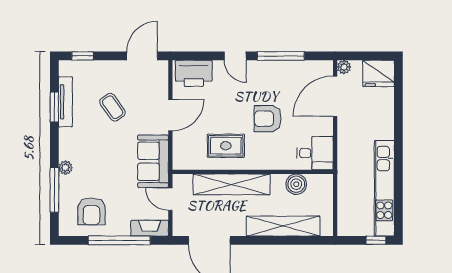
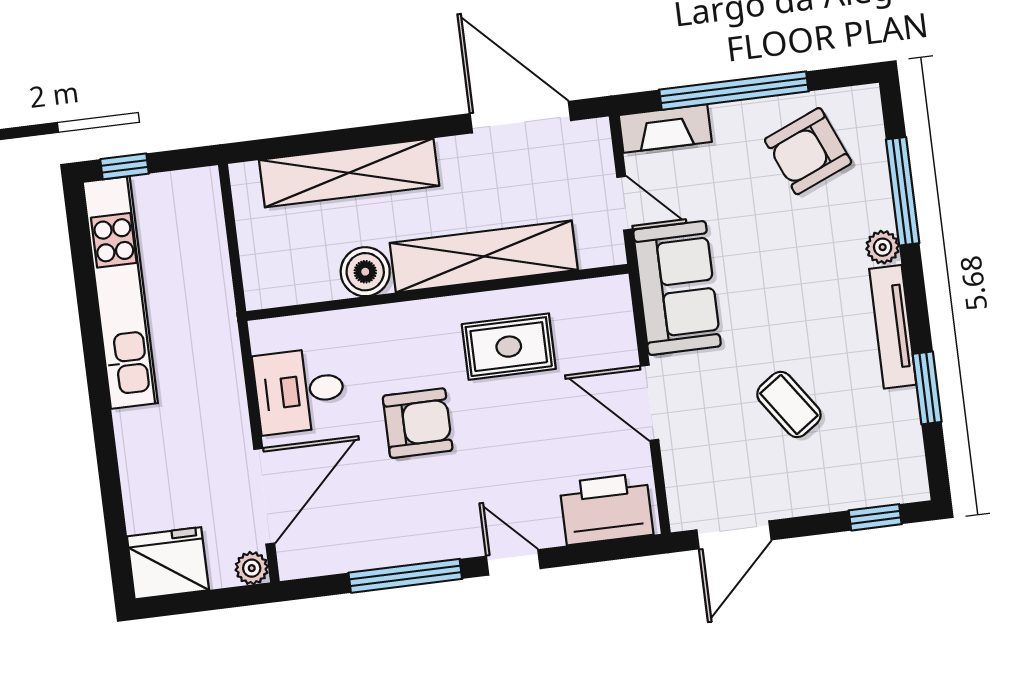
tv unit: (65, 102) -> (893, 327), moved
door: (170, 115) -> (650, 403), hinge flipped
desk: (315, 153) -> (300, 391), moved
boiler: (296, 184) -> (365, 272), moved
armchair: (92, 211) -> (808, 151), turned -113

